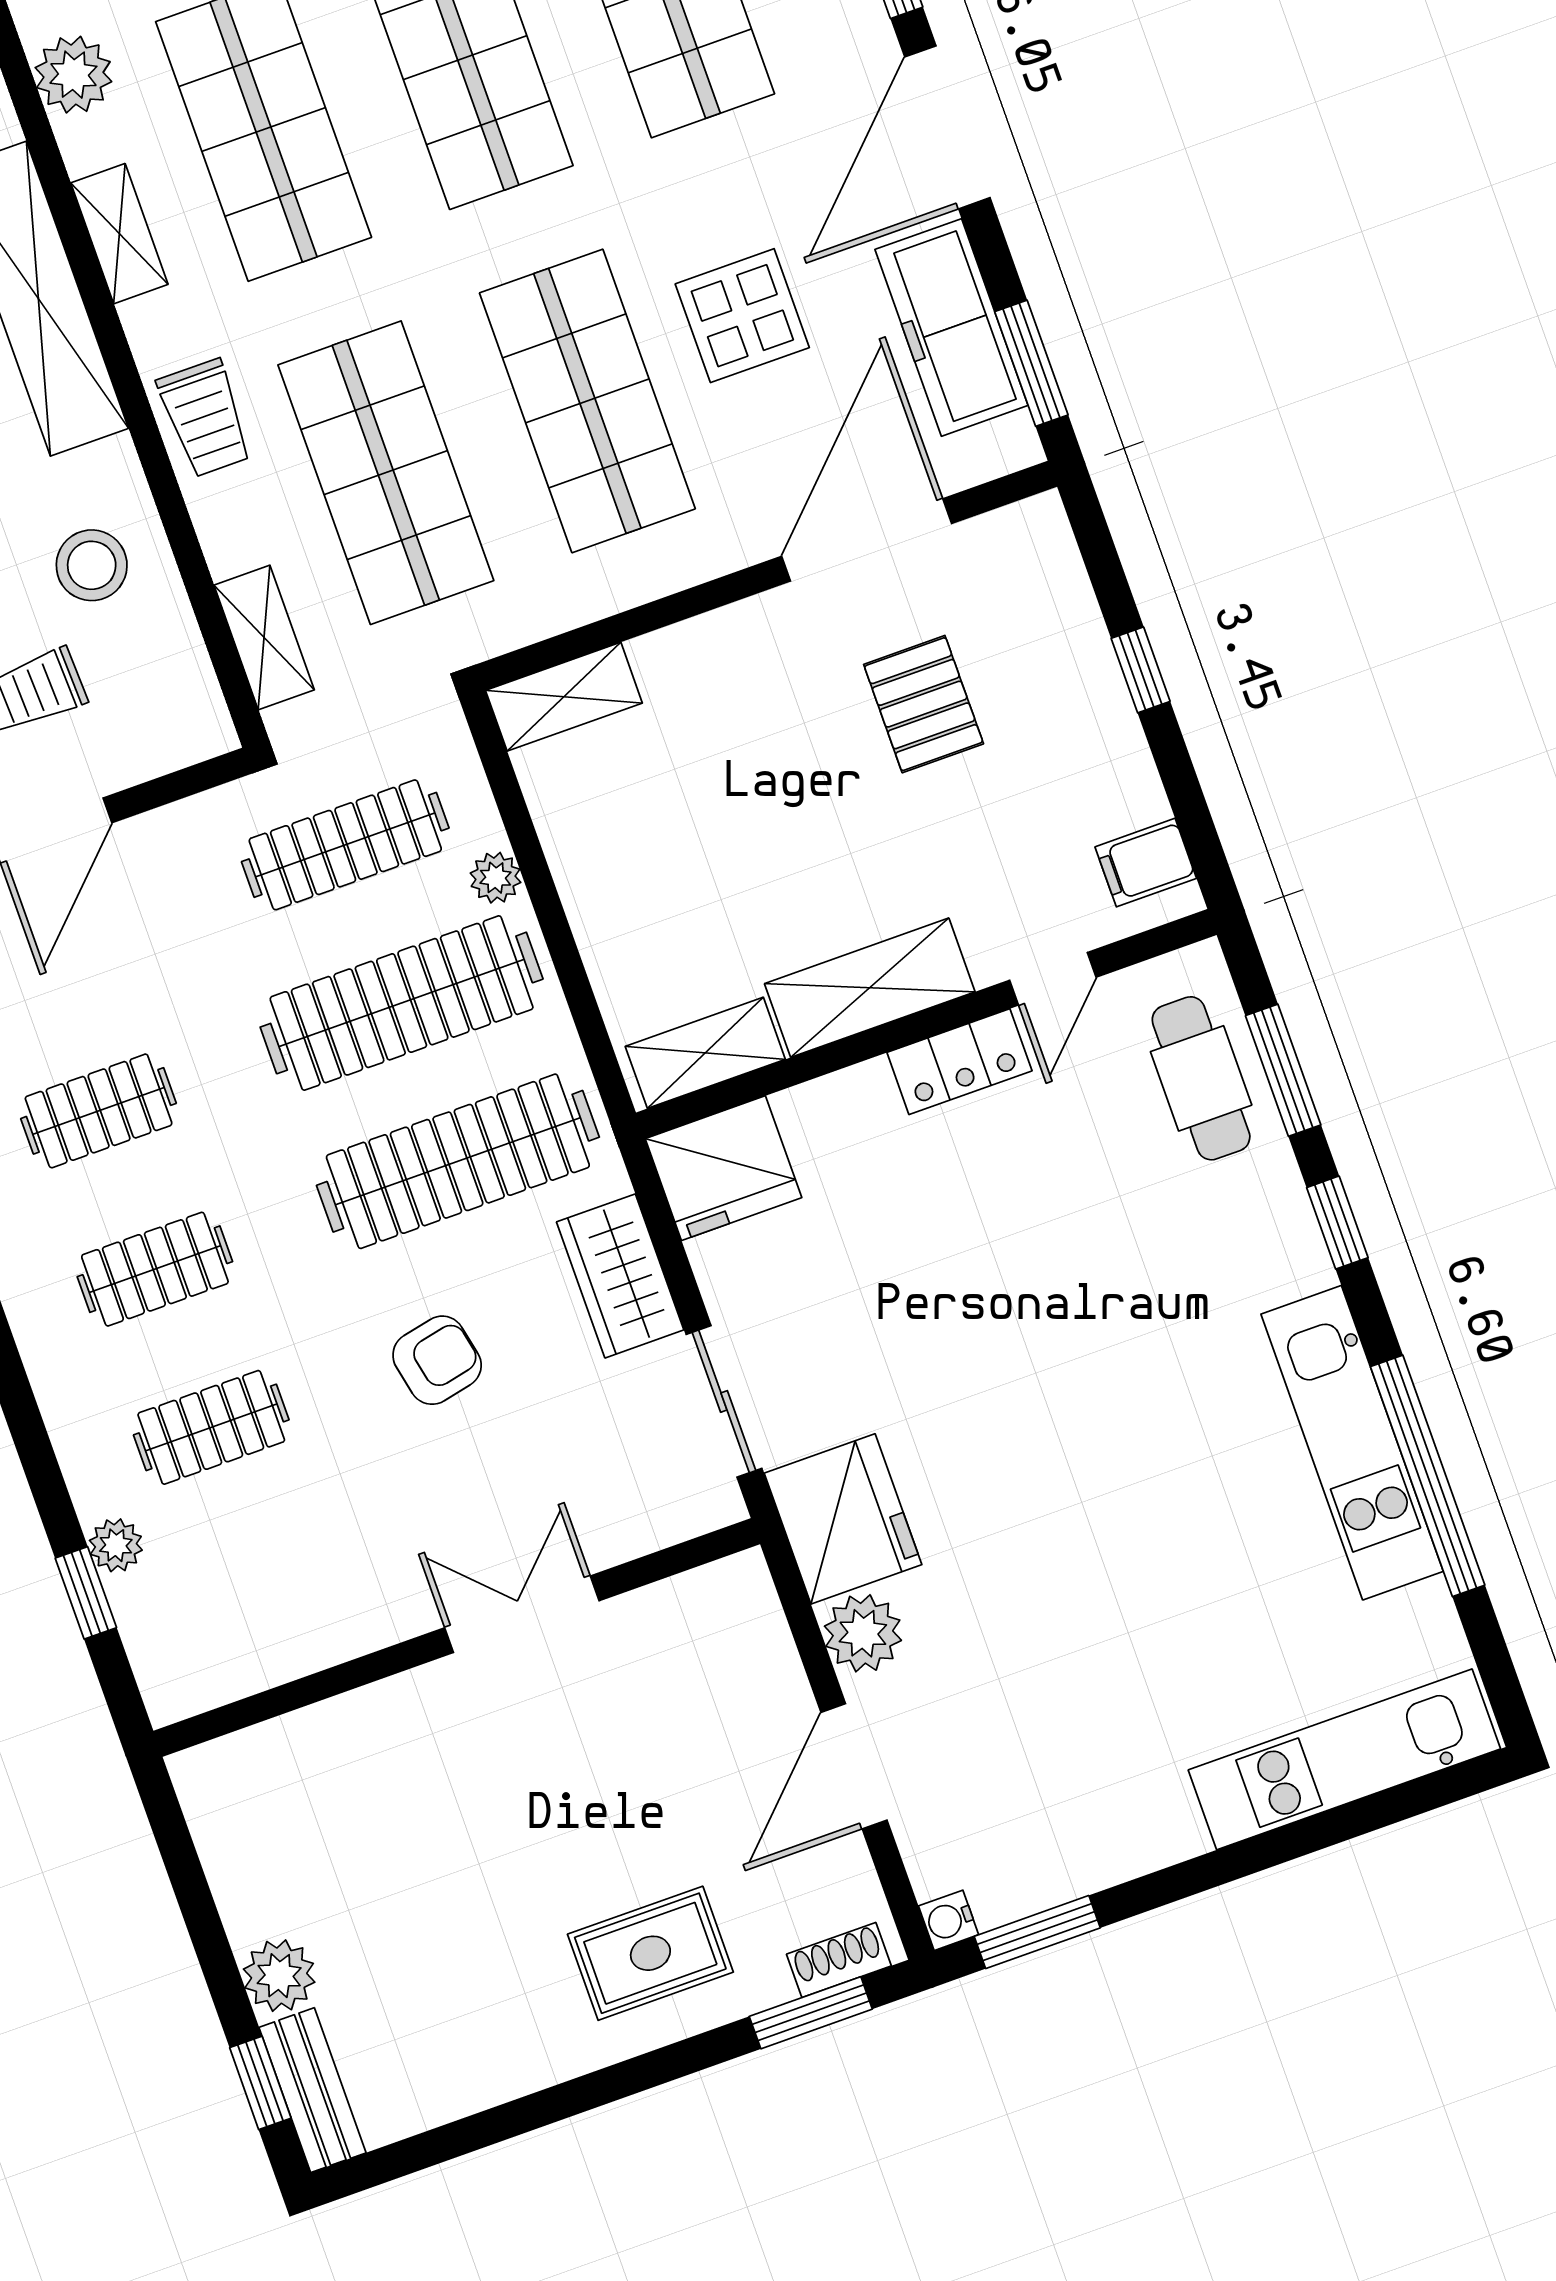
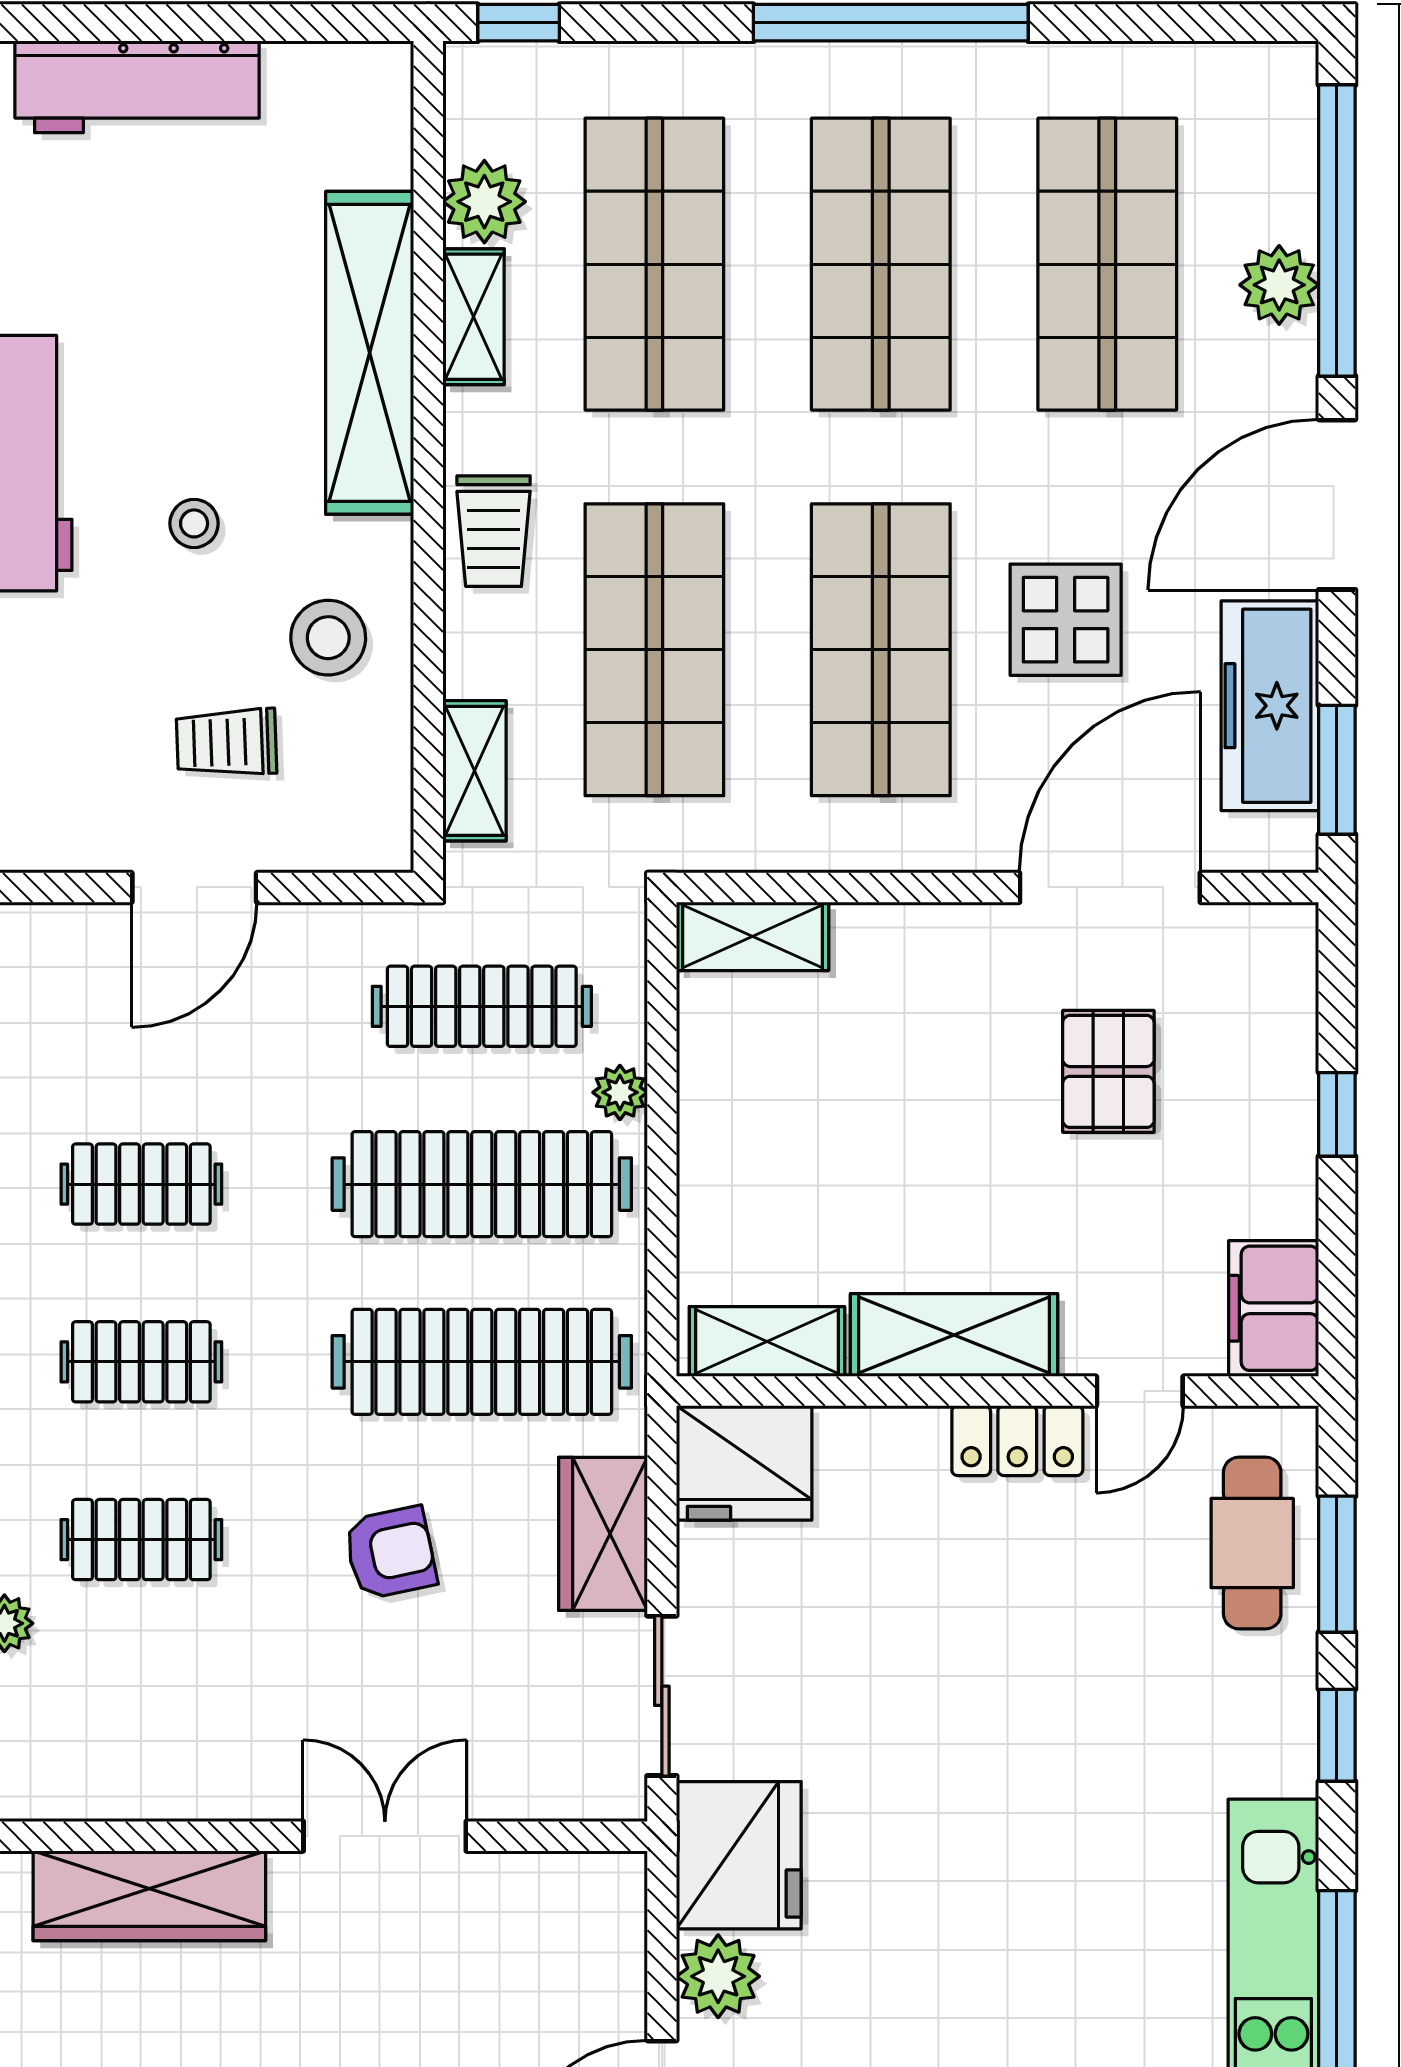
plant: (73, 75) -> (484, 202), moved
filing cabinet: (1146, 863) -> (1274, 1308), width x2.00
wardrobe: (331, 1742) -> (149, 1896), added

